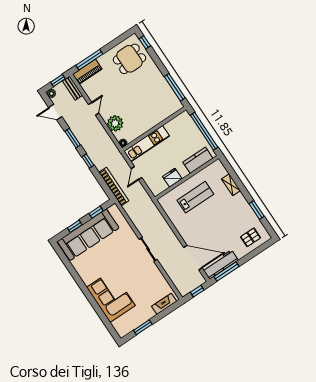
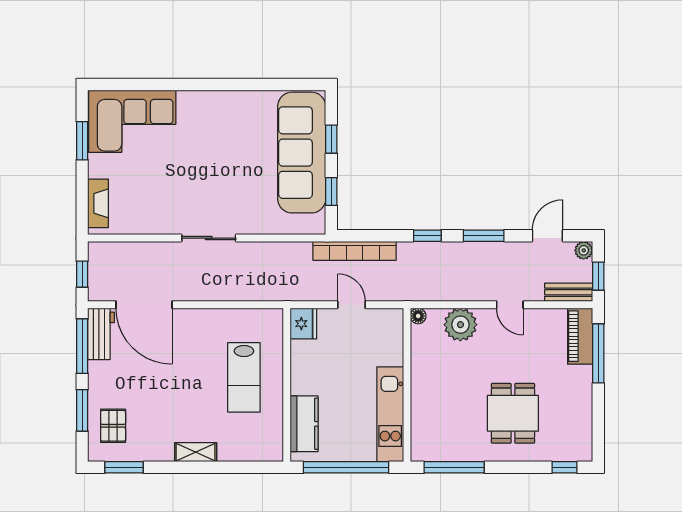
dining table: (129, 59) -> (513, 413), moved
kitchen unit: (147, 144) -> (390, 414), moved
fridge: (172, 178) -> (303, 324), moved
shelving: (231, 185) -> (196, 452), moved
window: (257, 210) -> (124, 467), moved
window: (253, 254) -> (82, 410), added
door: (193, 258) -> (144, 305), hinge flipped
workbench: (220, 265) -> (101, 334), width x0.73
corner sofa: (111, 296) -> (132, 121), moved

